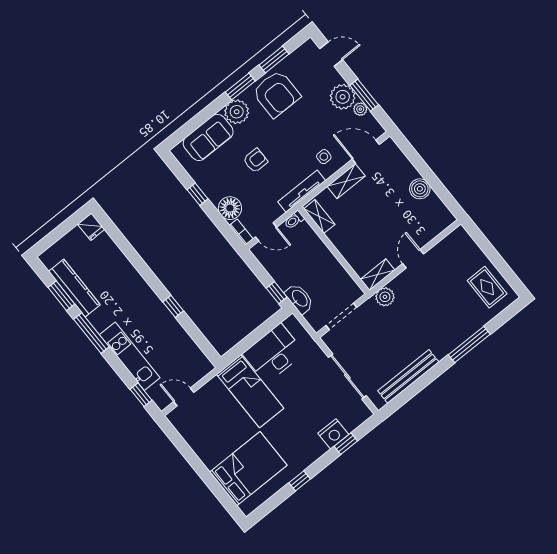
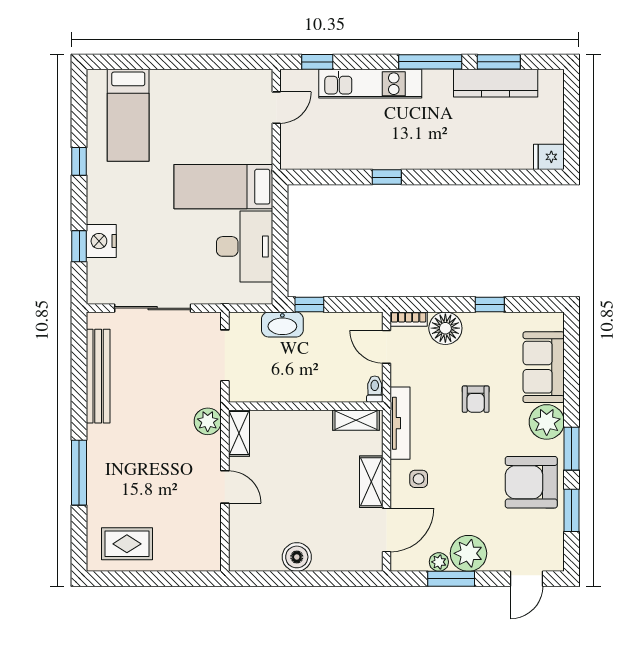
door: (266, 232) -> (387, 347), hinge flipped
bed: (248, 469) -> (128, 115), width x0.67

